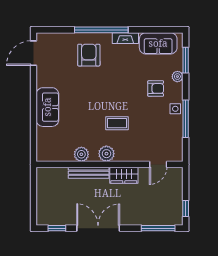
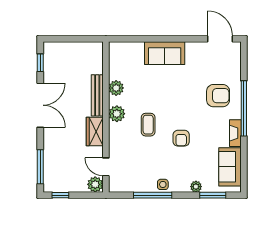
armchair: (156, 88) -> (181, 138), moved
plant: (175, 175) -> (95, 184), added

